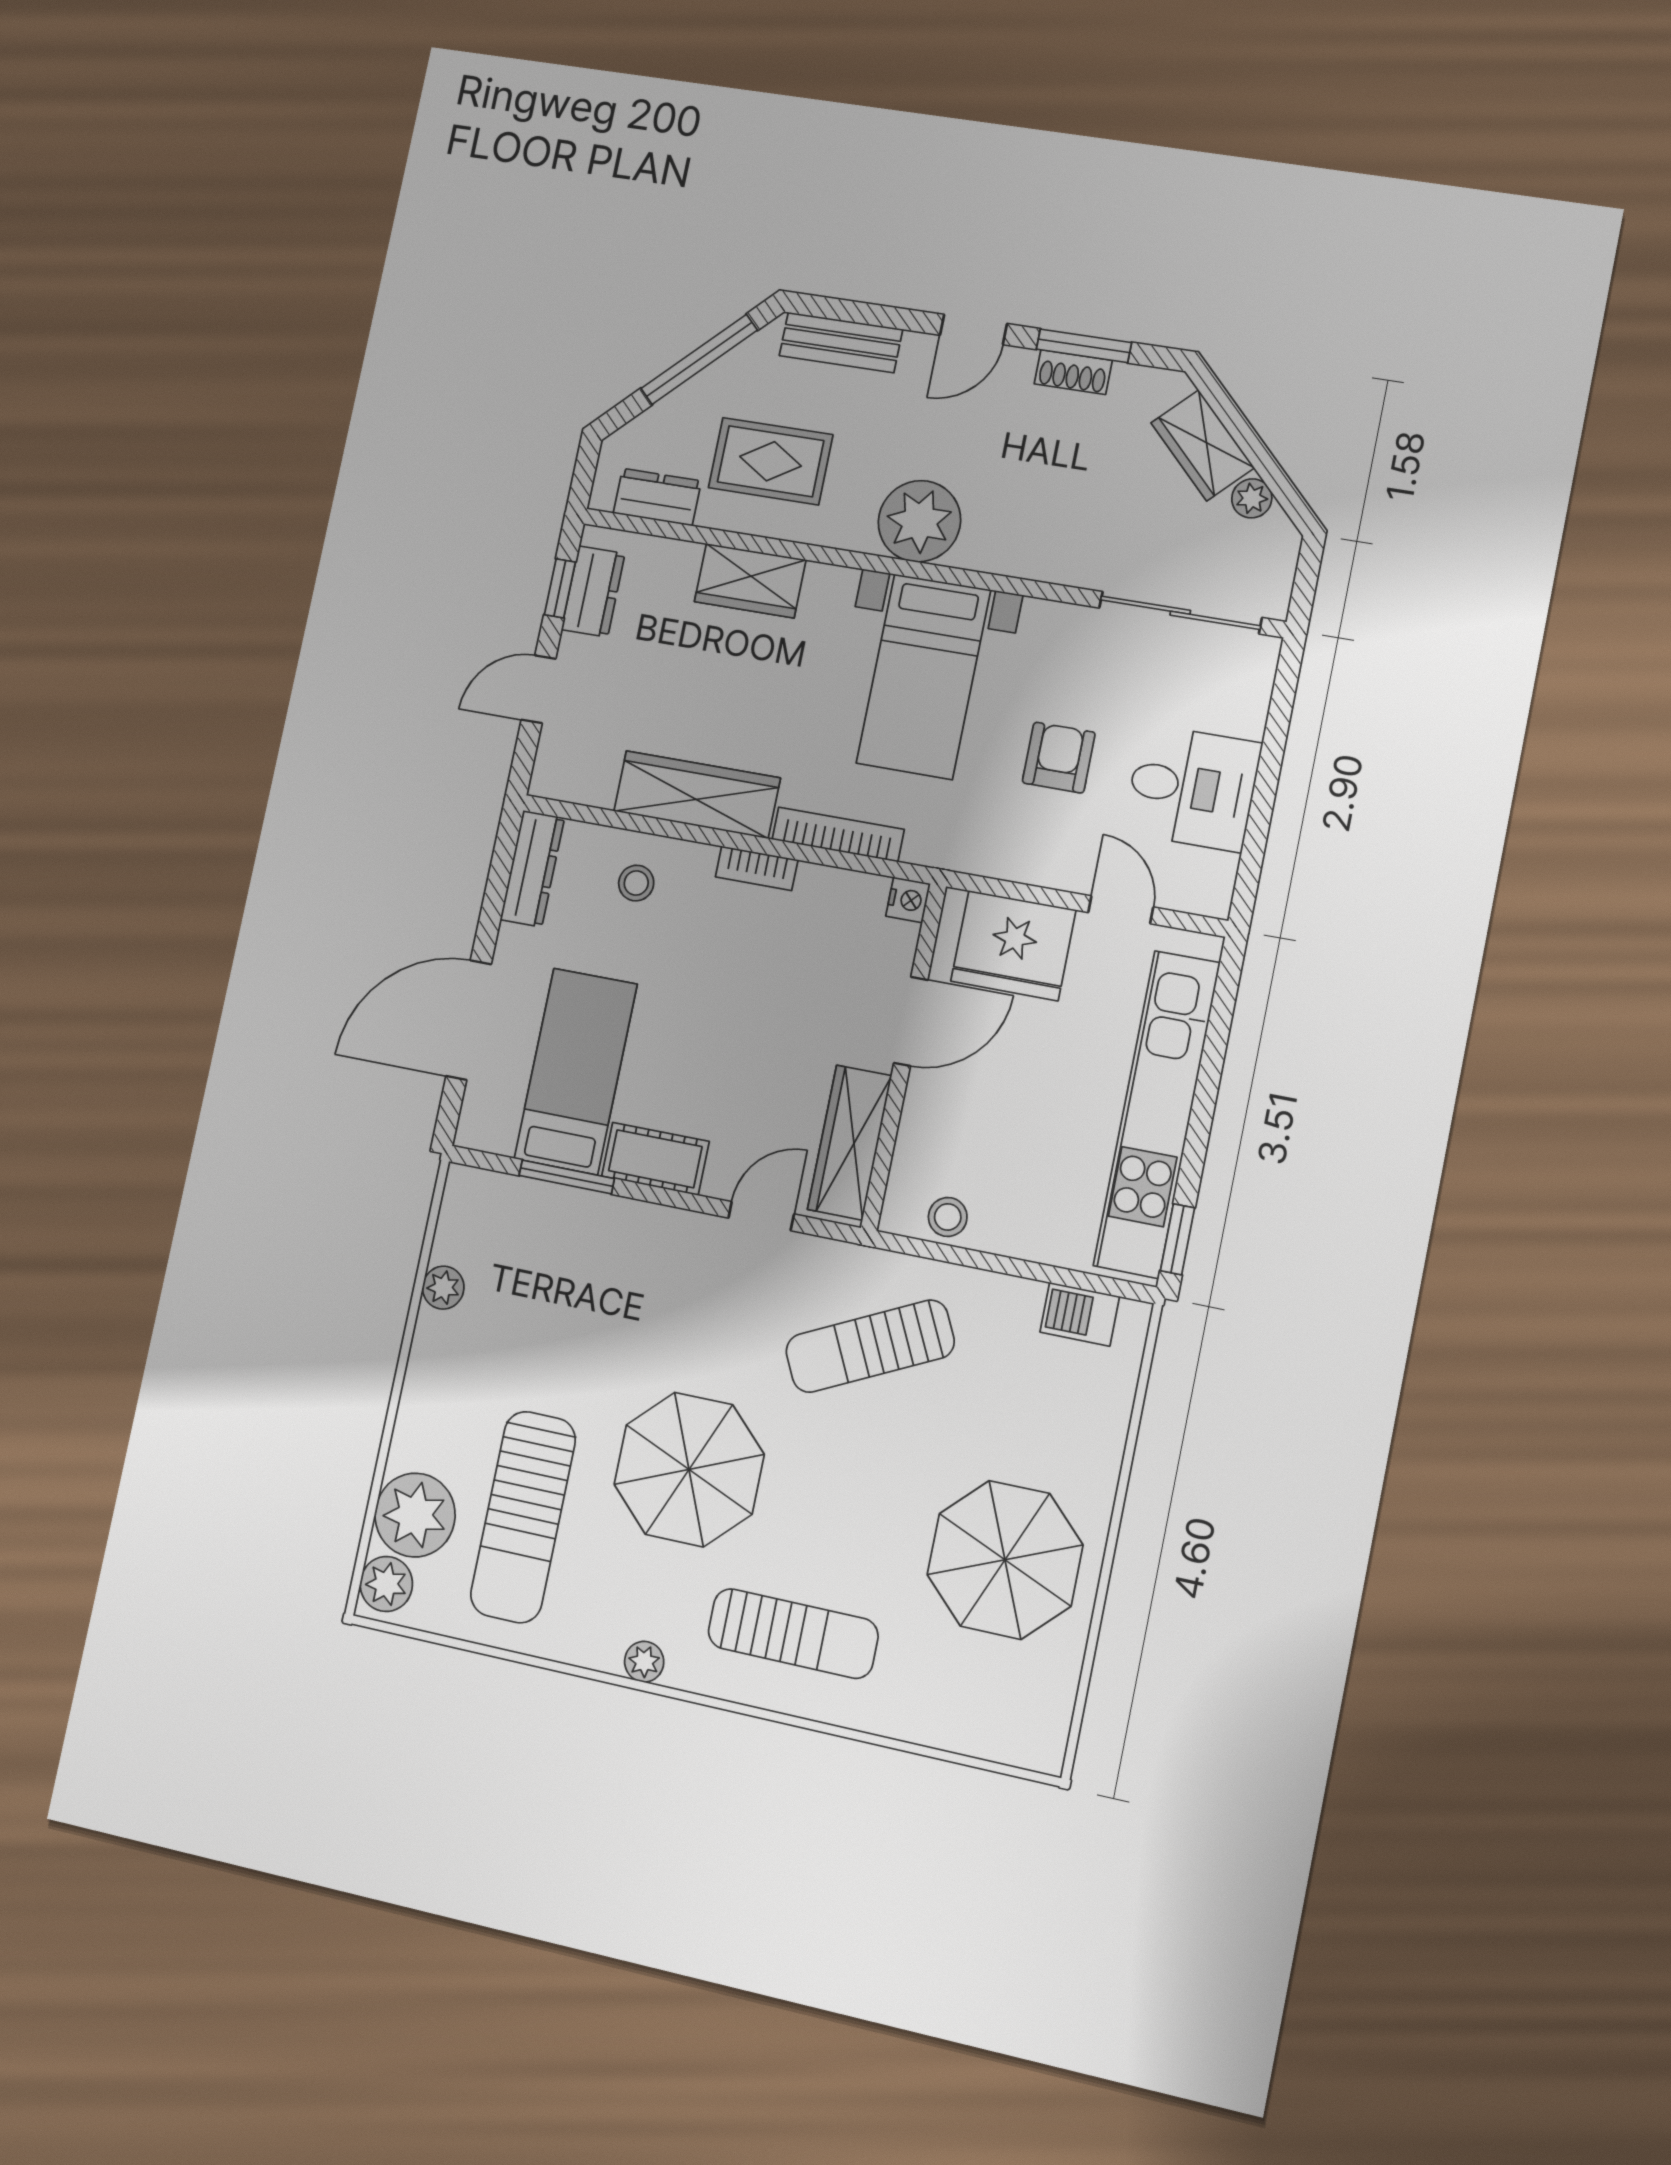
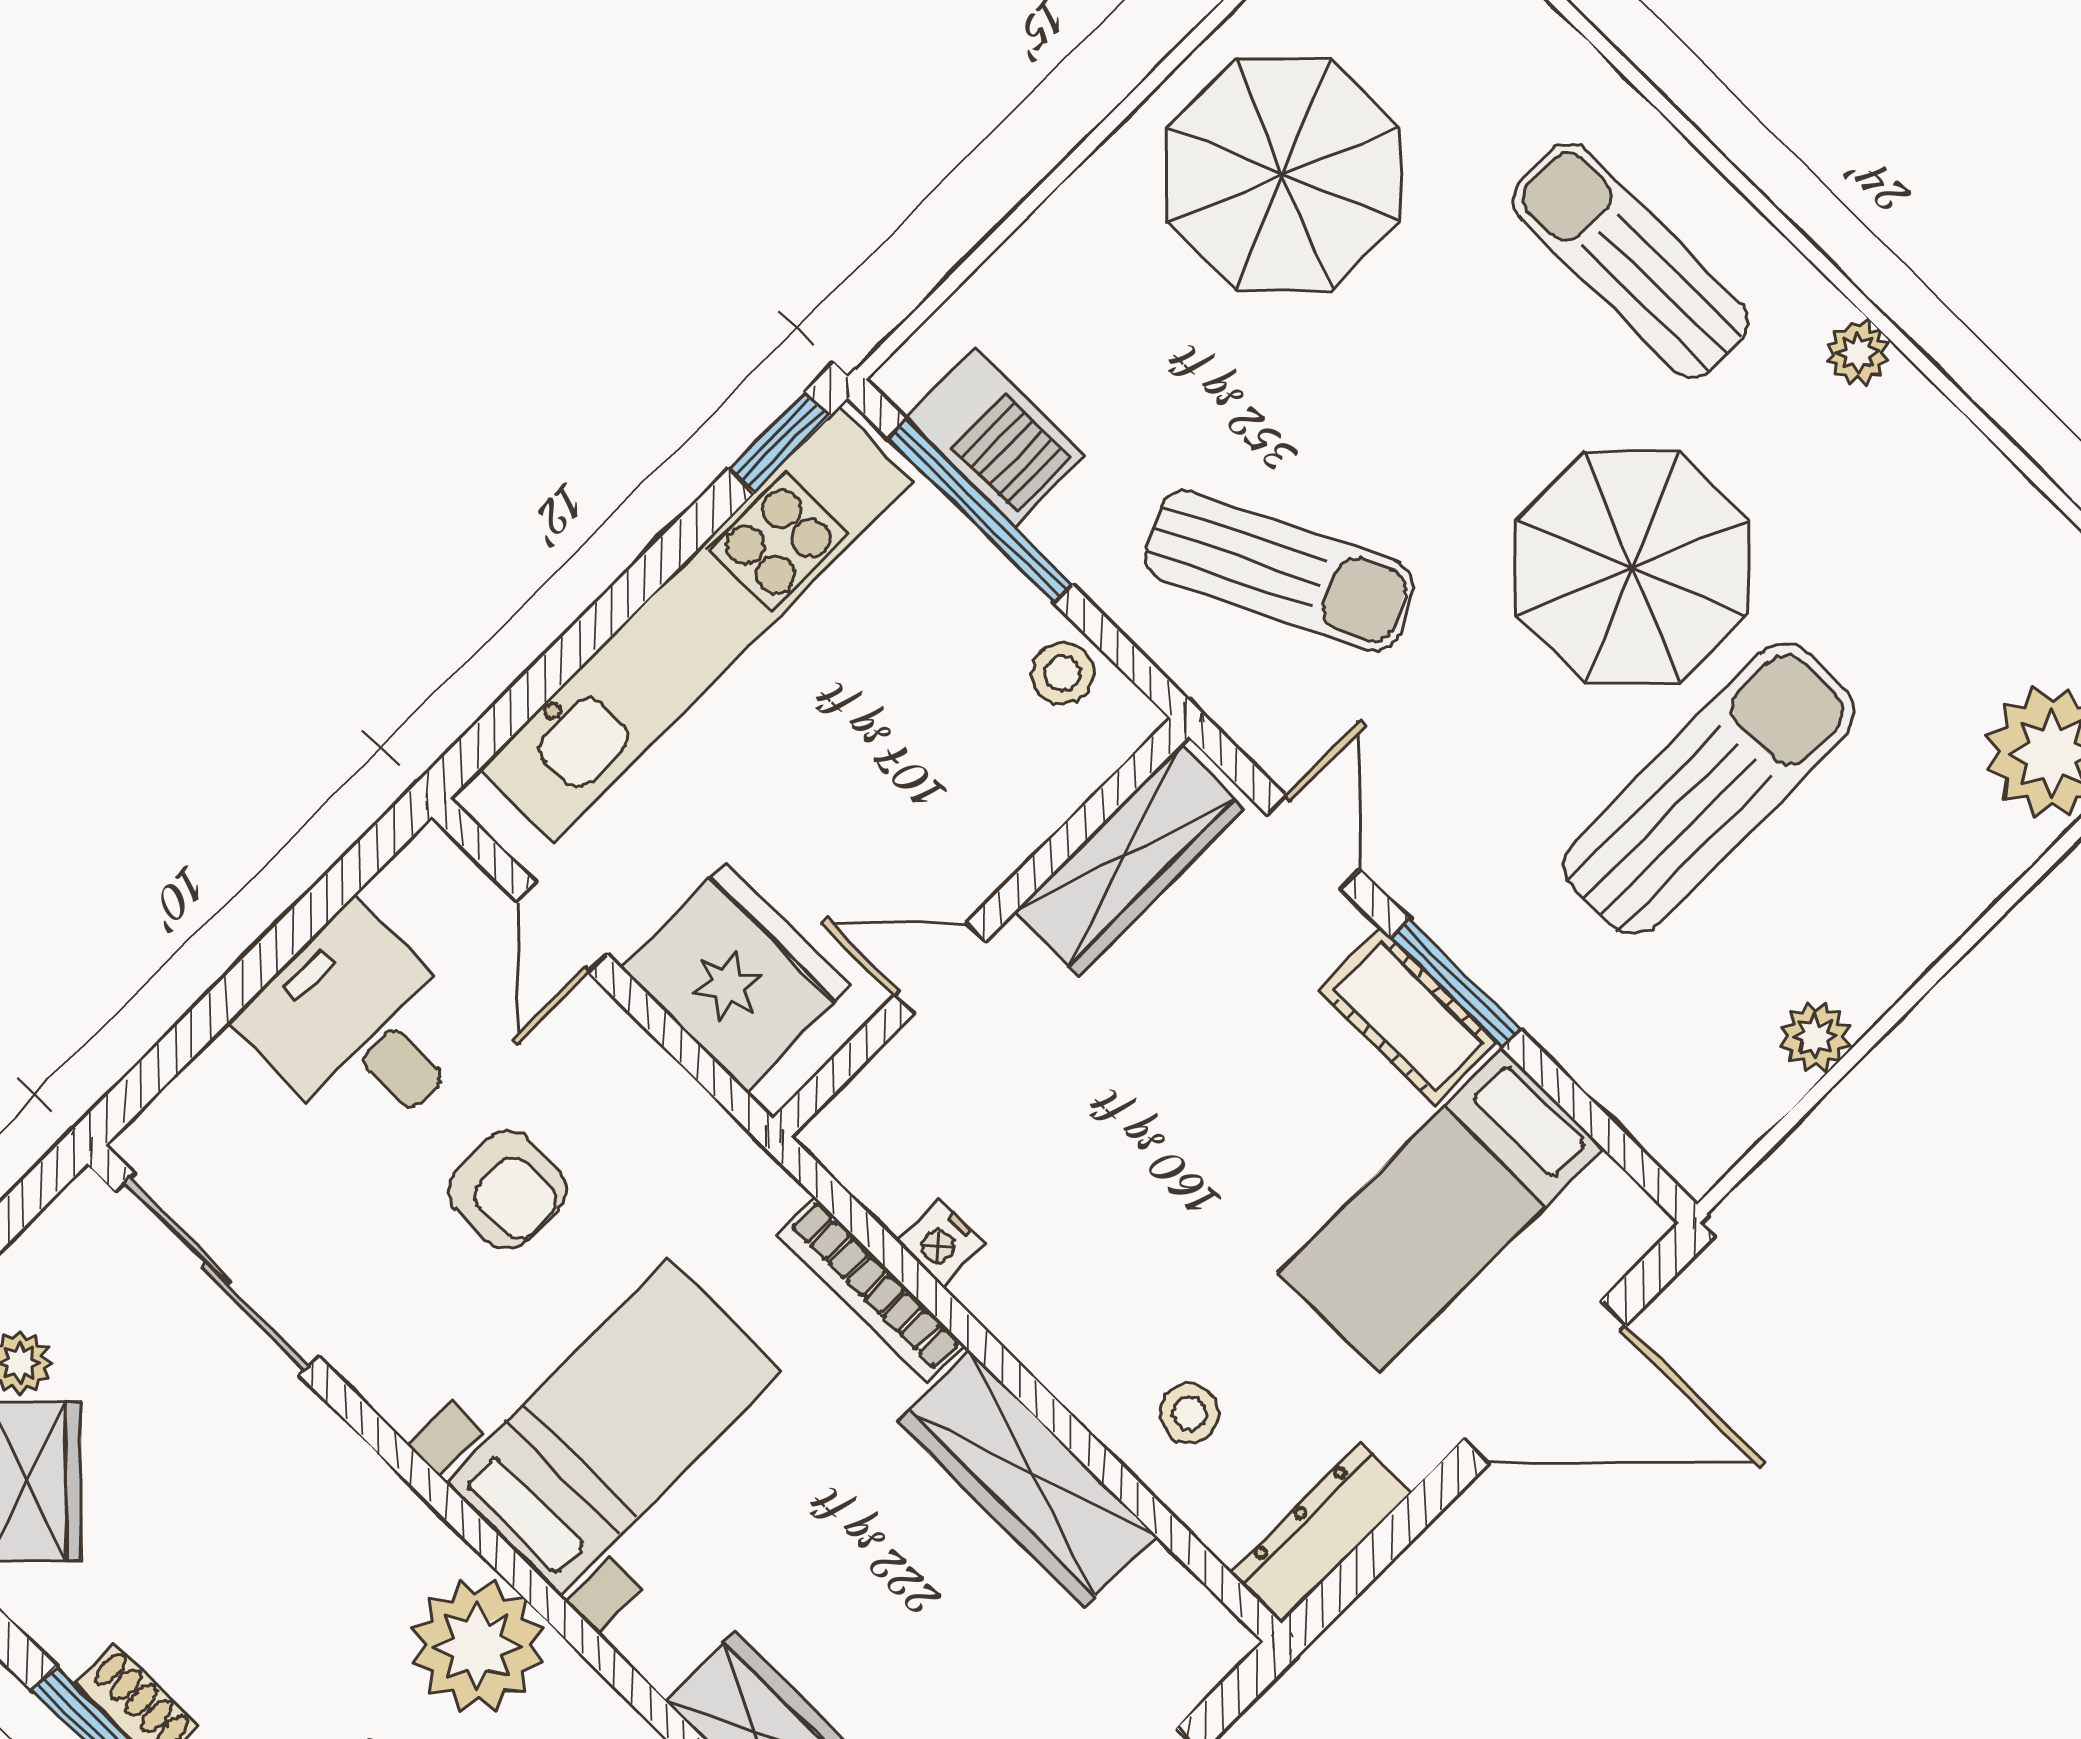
armchair: (1059, 758) -> (507, 1190), turned -90
bookcase: (757, 868) -> (1012, 1320), removed
nightstand: (908, 900) -> (941, 1243), moved, turned -90
door: (911, 1021) -> (940, 968), width x0.73
window: (567, 1177) -> (1456, 984), moved
door: (761, 1216) -> (1313, 842), swing flipped
window: (1047, 1273) -> (981, 512), added
barbecue: (1080, 1314) -> (995, 437), width x1.38, depth x1.27
sun lounger: (523, 1517) -> (1709, 789), moved

